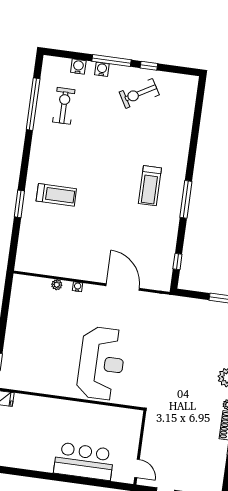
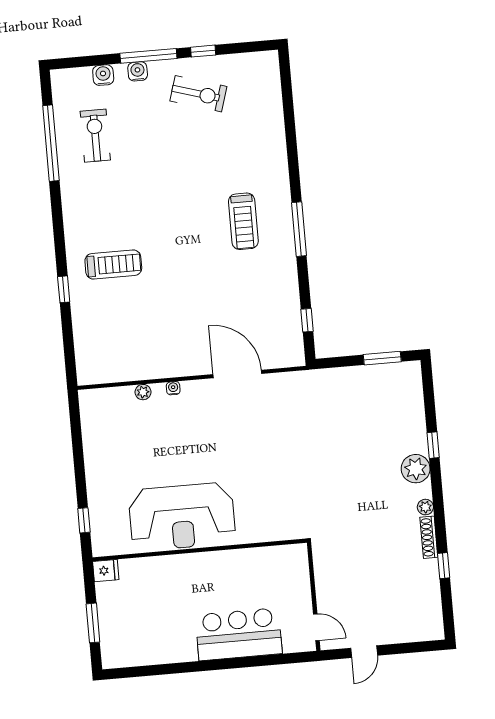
exercise bike: (139, 93) -> (198, 94), turned -133
window: (19, 204) -> (64, 289), width x0.67
reception desk: (101, 363) -> (182, 517), moved, turned 90

